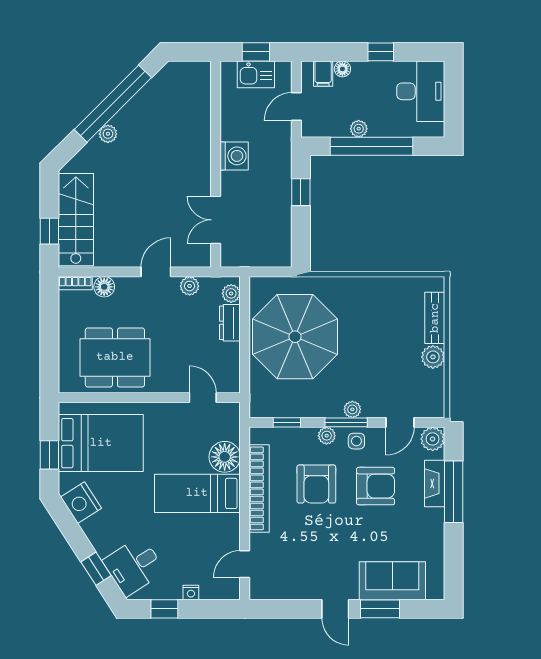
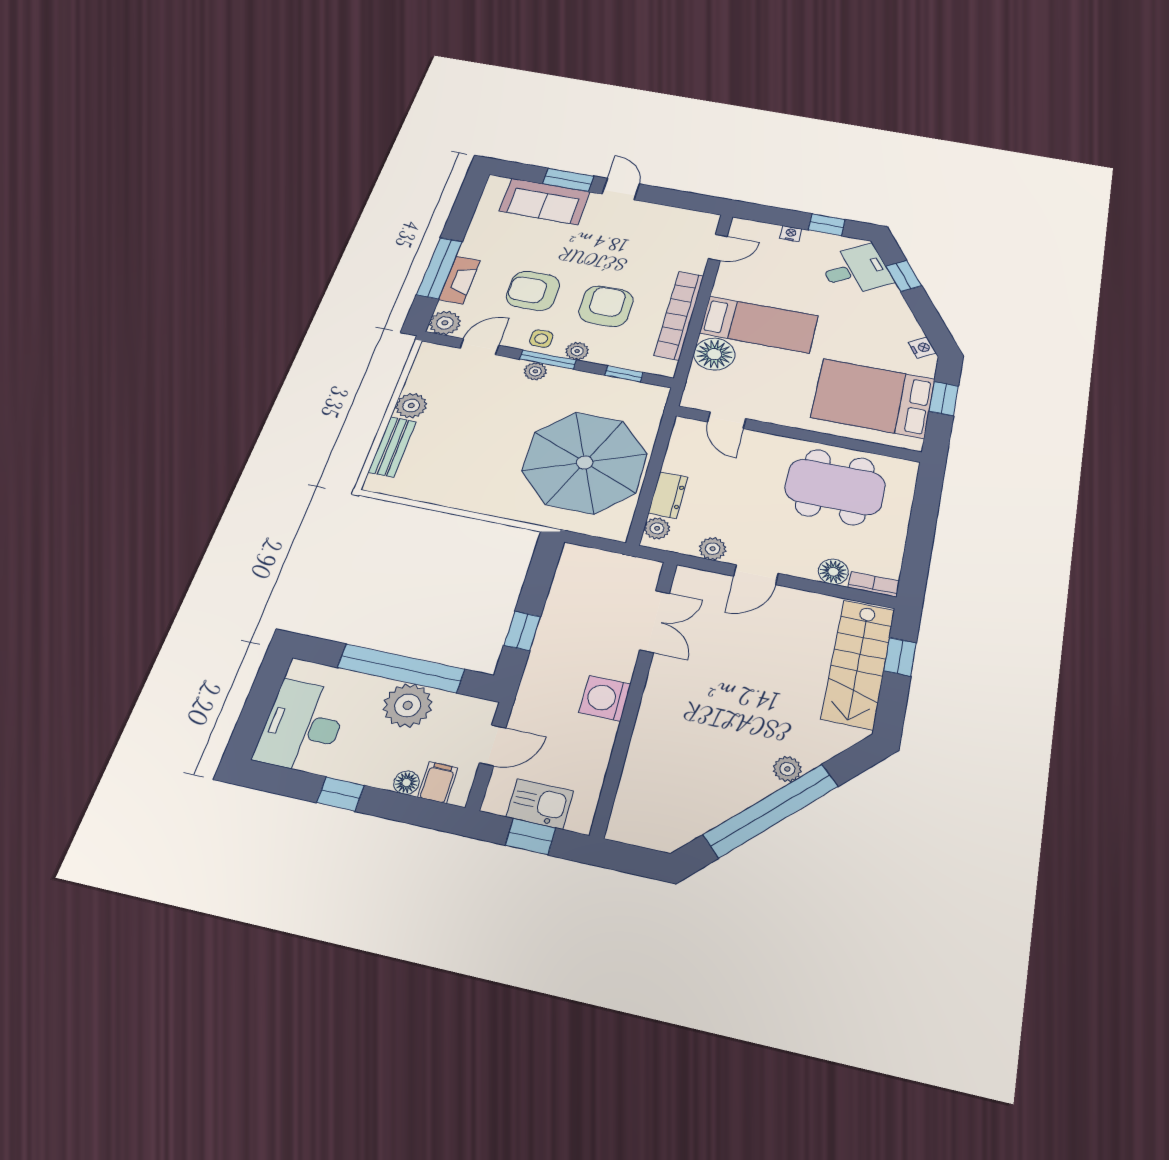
plant: (359, 129) -> (408, 705), width x1.88, depth x1.88
nightstand: (81, 503) -> (922, 348), width x0.53, depth x0.56

